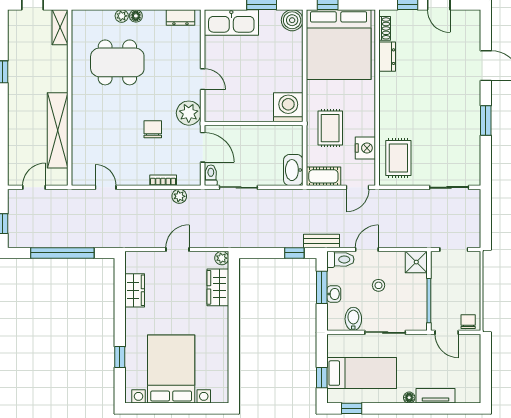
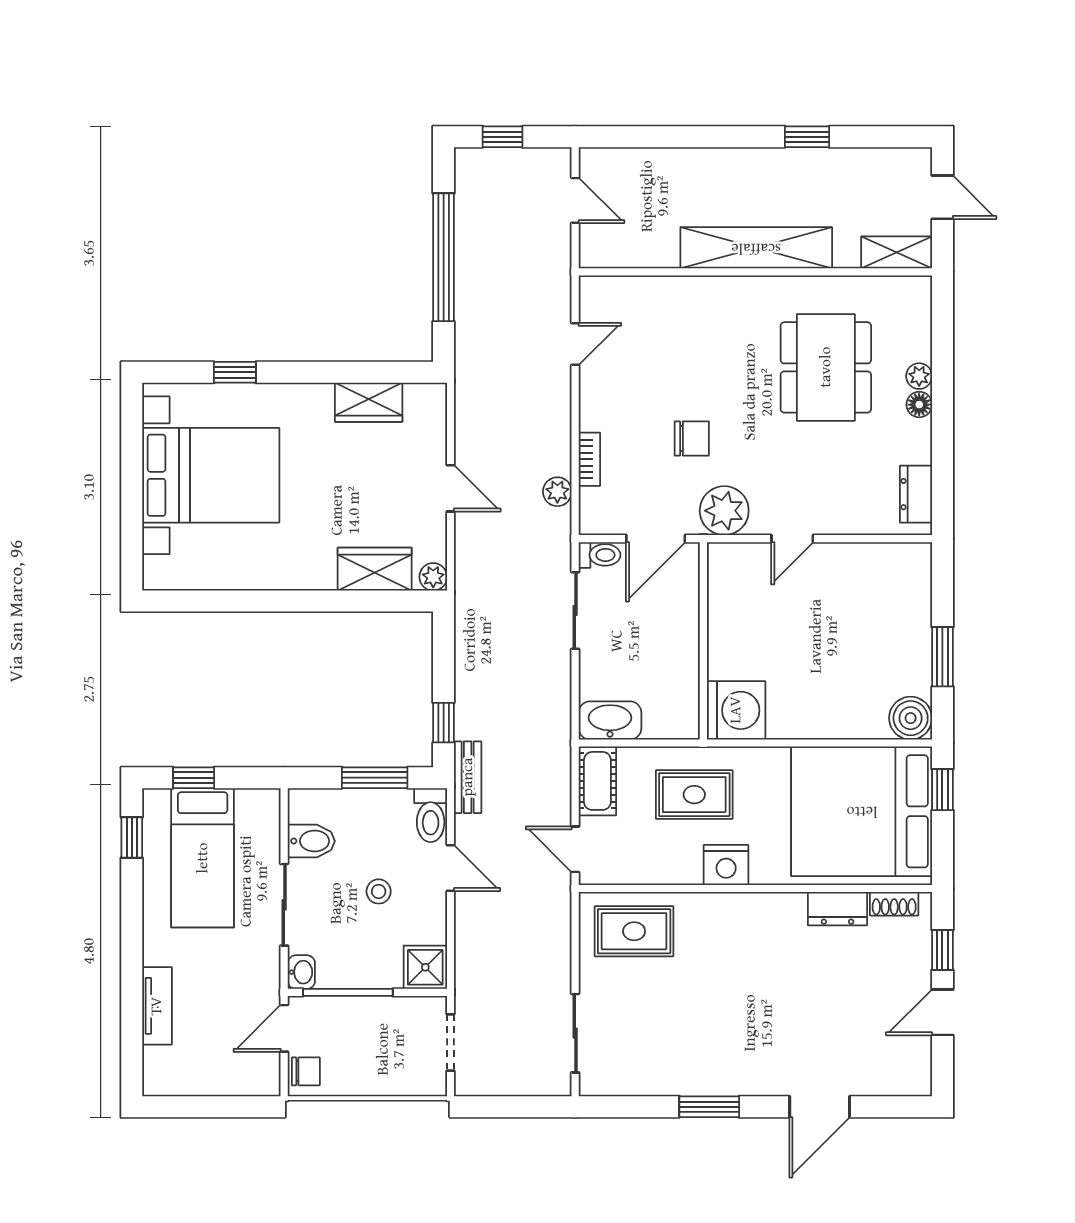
kitchen sink: (231, 22) -> (906, 596), removed
shelving: (58, 130) -> (756, 248), moved
nightstand: (365, 148) -> (726, 865), moved
washbasin: (334, 294) -> (301, 972), moved, turned -90
floor lamp: (409, 398) -> (153, 953), removed

